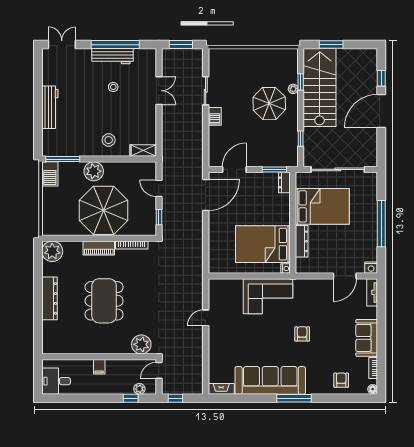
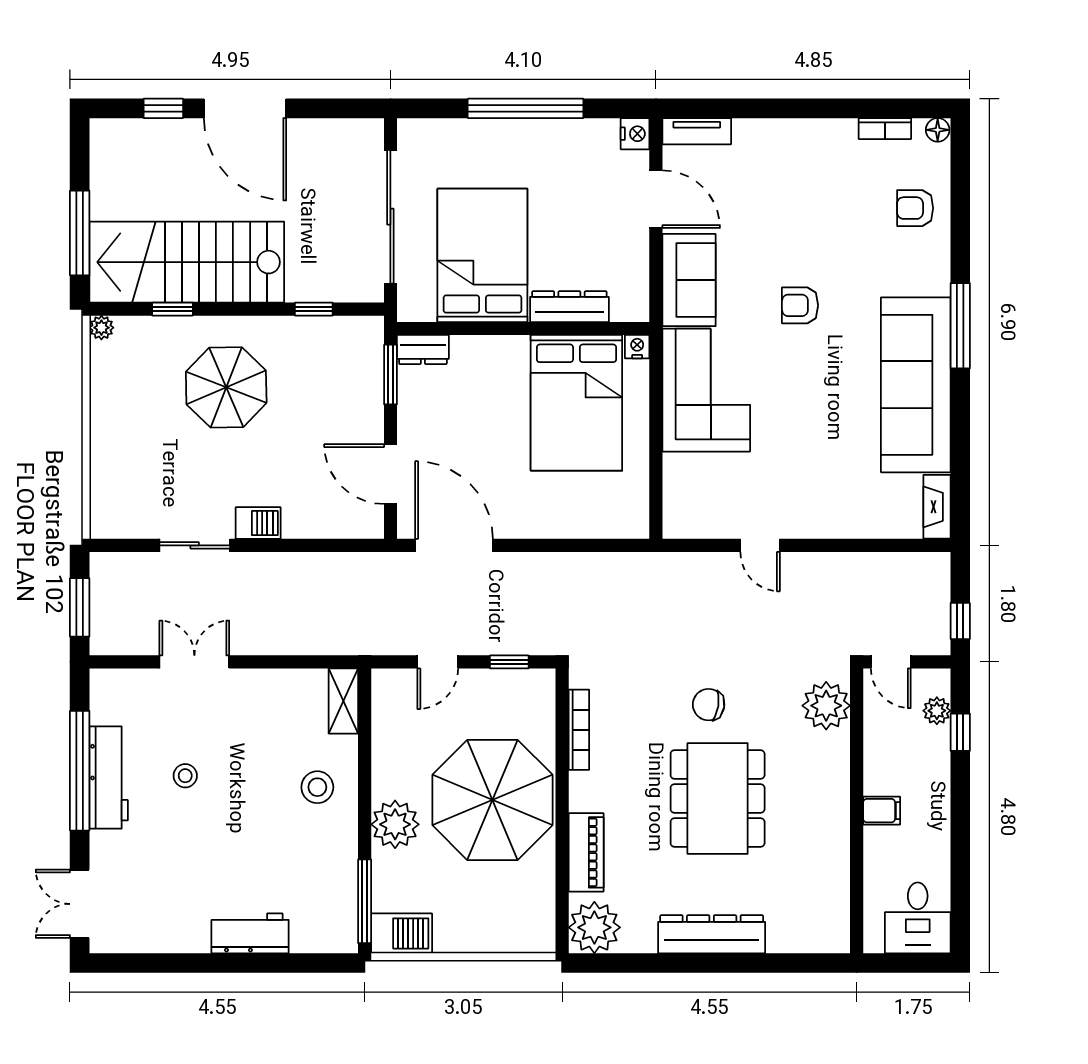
window: (331, 45) -> (80, 233), width x1.44
plant: (293, 89) -> (101, 328), moved
workbench: (50, 107) -> (250, 933), width x0.73
piano: (99, 248) -> (586, 852), moved
chair: (142, 297) -> (709, 705), added
dining table: (104, 301) -> (718, 798), turned 90
sofa: (367, 338) -> (689, 280), moved, turned -90

